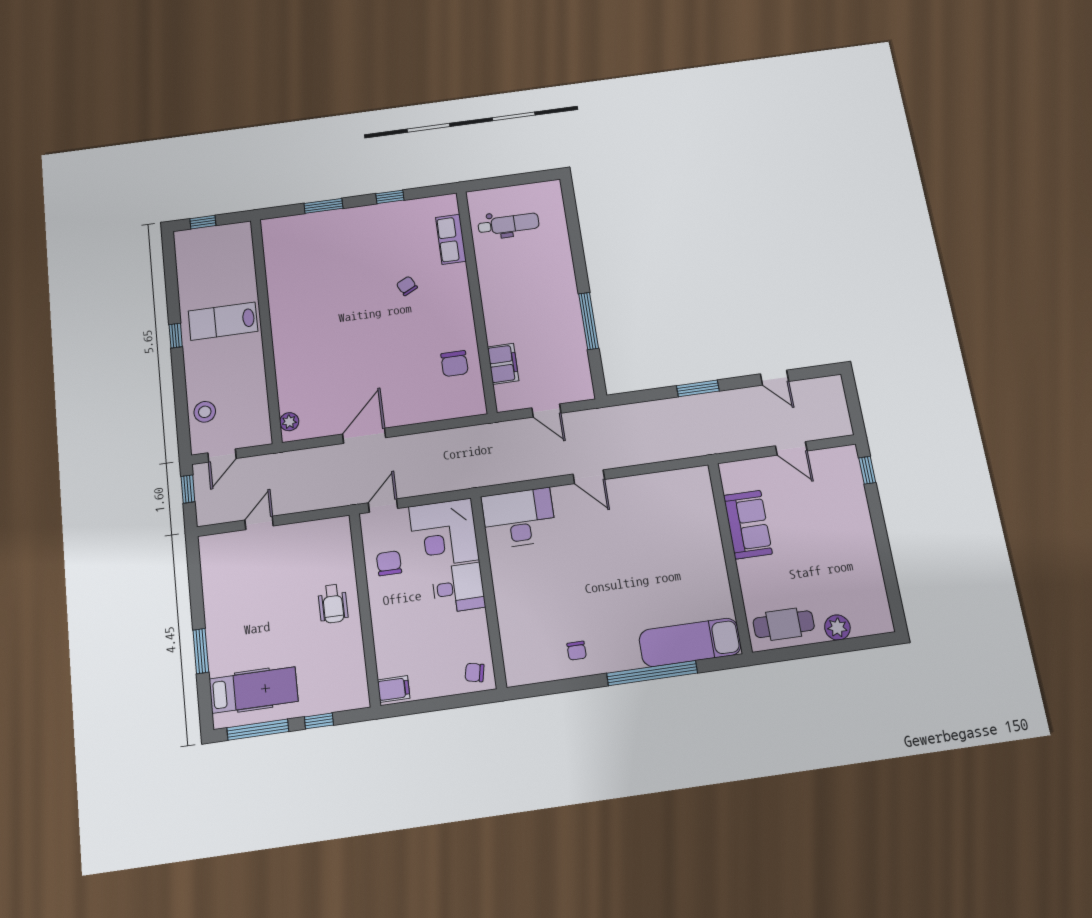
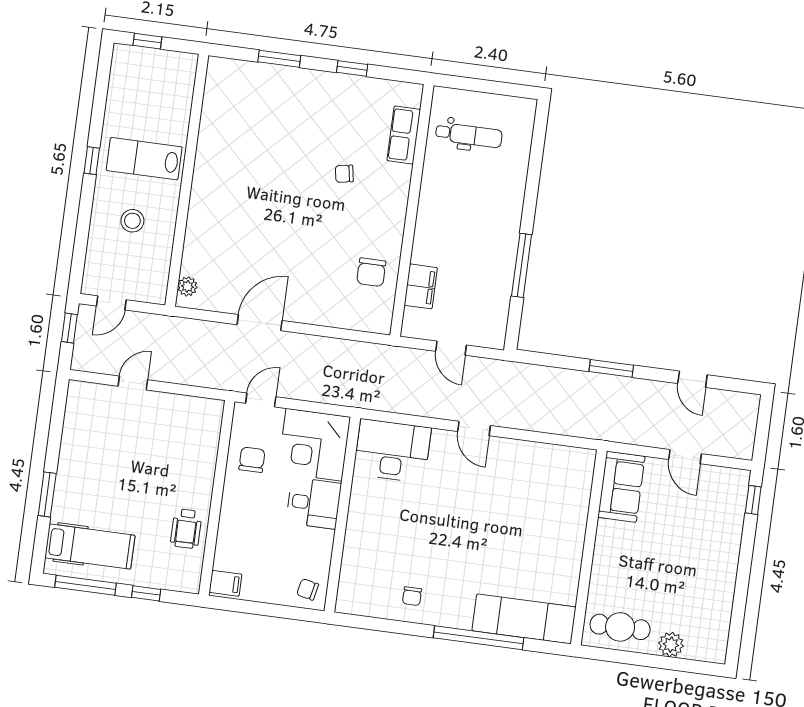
chair: (407, 286) -> (344, 174), turned -73
stool: (205, 412) -> (132, 221), moved
sofa: (748, 525) -> (621, 487), moved
wheelchair: (333, 604) -> (186, 529), moved

